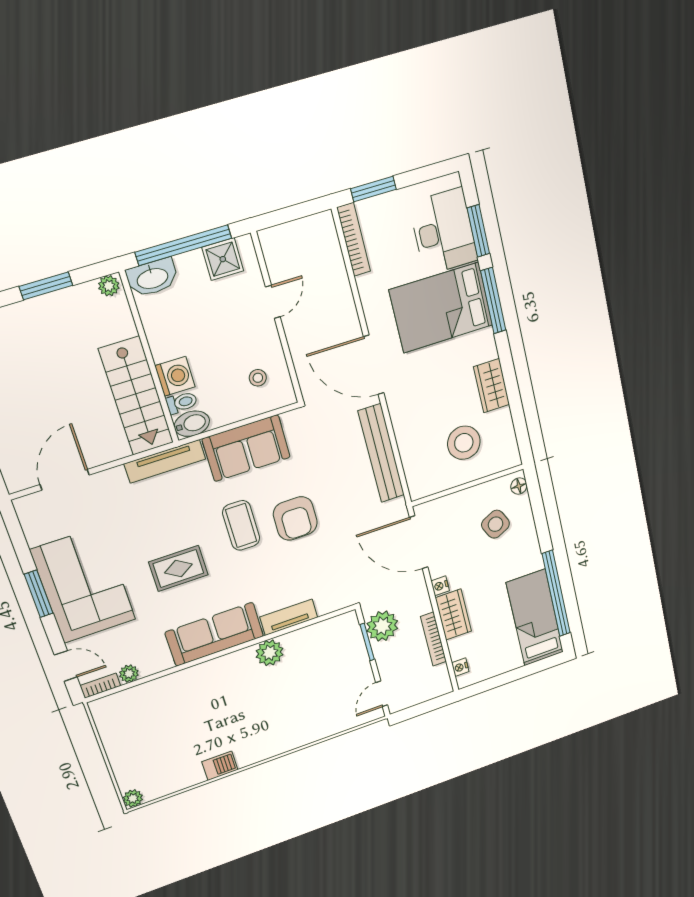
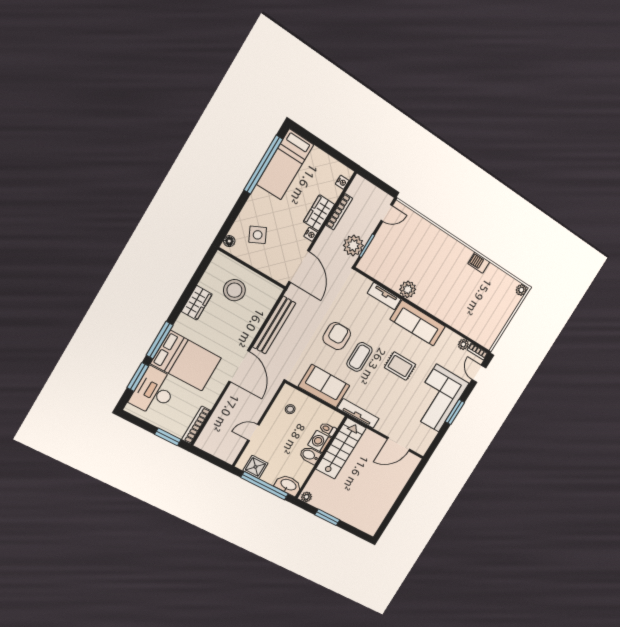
bidet: (192, 424) -> (310, 455), moved

